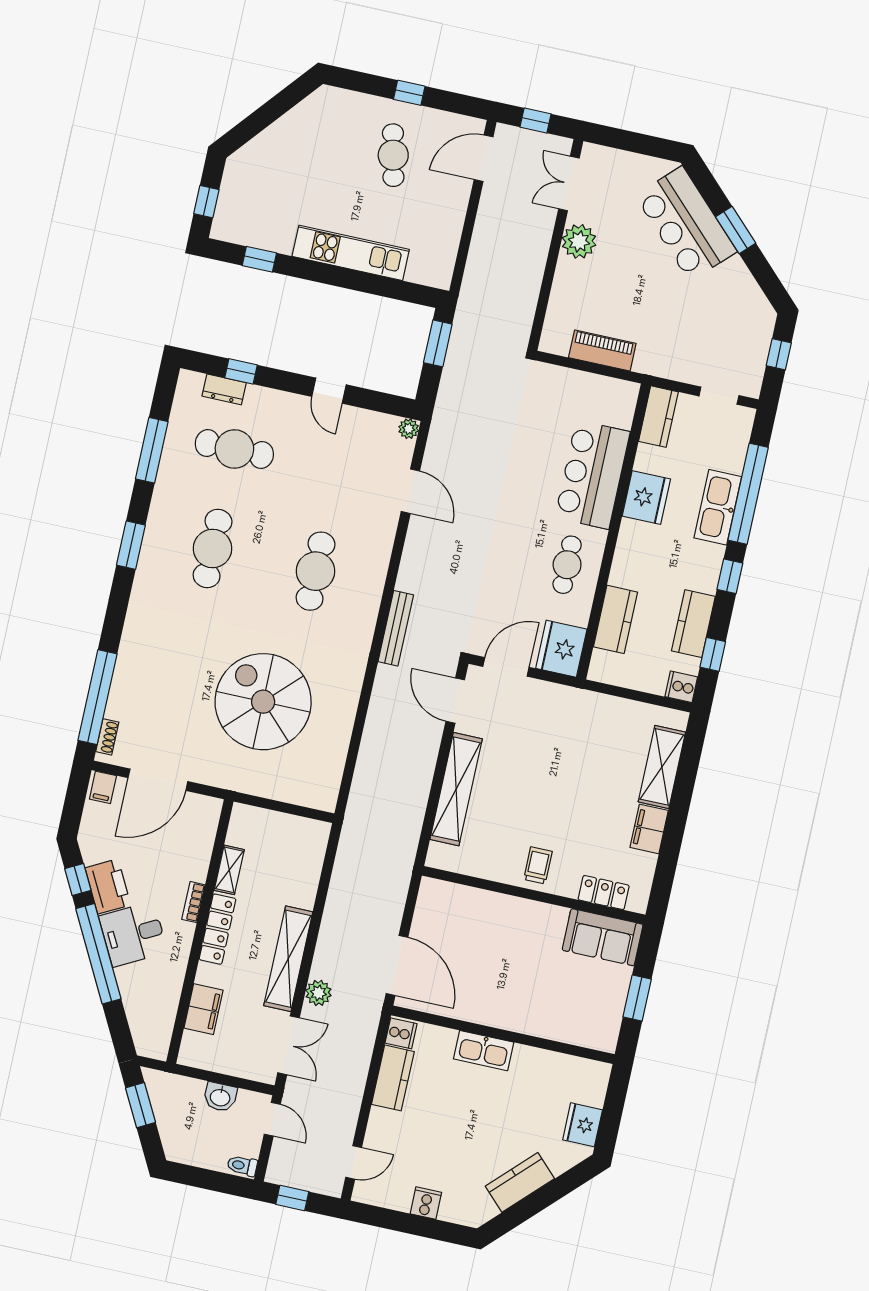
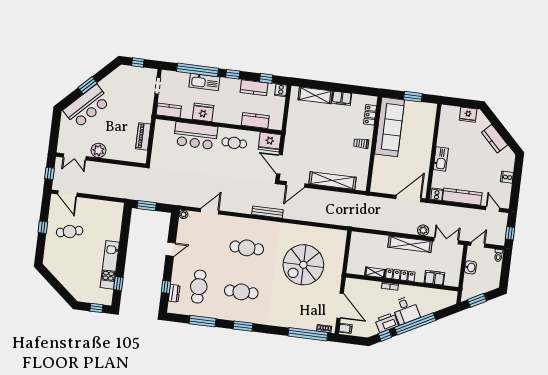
kitchen unit: (351, 253) -> (110, 265), moved
sofa: (603, 937) -> (390, 127), width x1.85, depth x1.27
kitchen counter: (393, 1078) -> (462, 197), width x1.50

